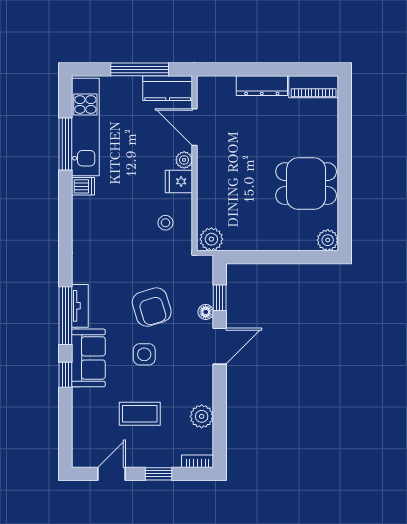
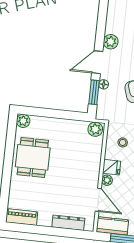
dresser: (262, 86) -> (68, 223), moved
dining table: (306, 184) -> (33, 157), turned 90
window: (220, 298) -> (94, 92), width x1.50
plant: (202, 416) -> (111, 42), moved

